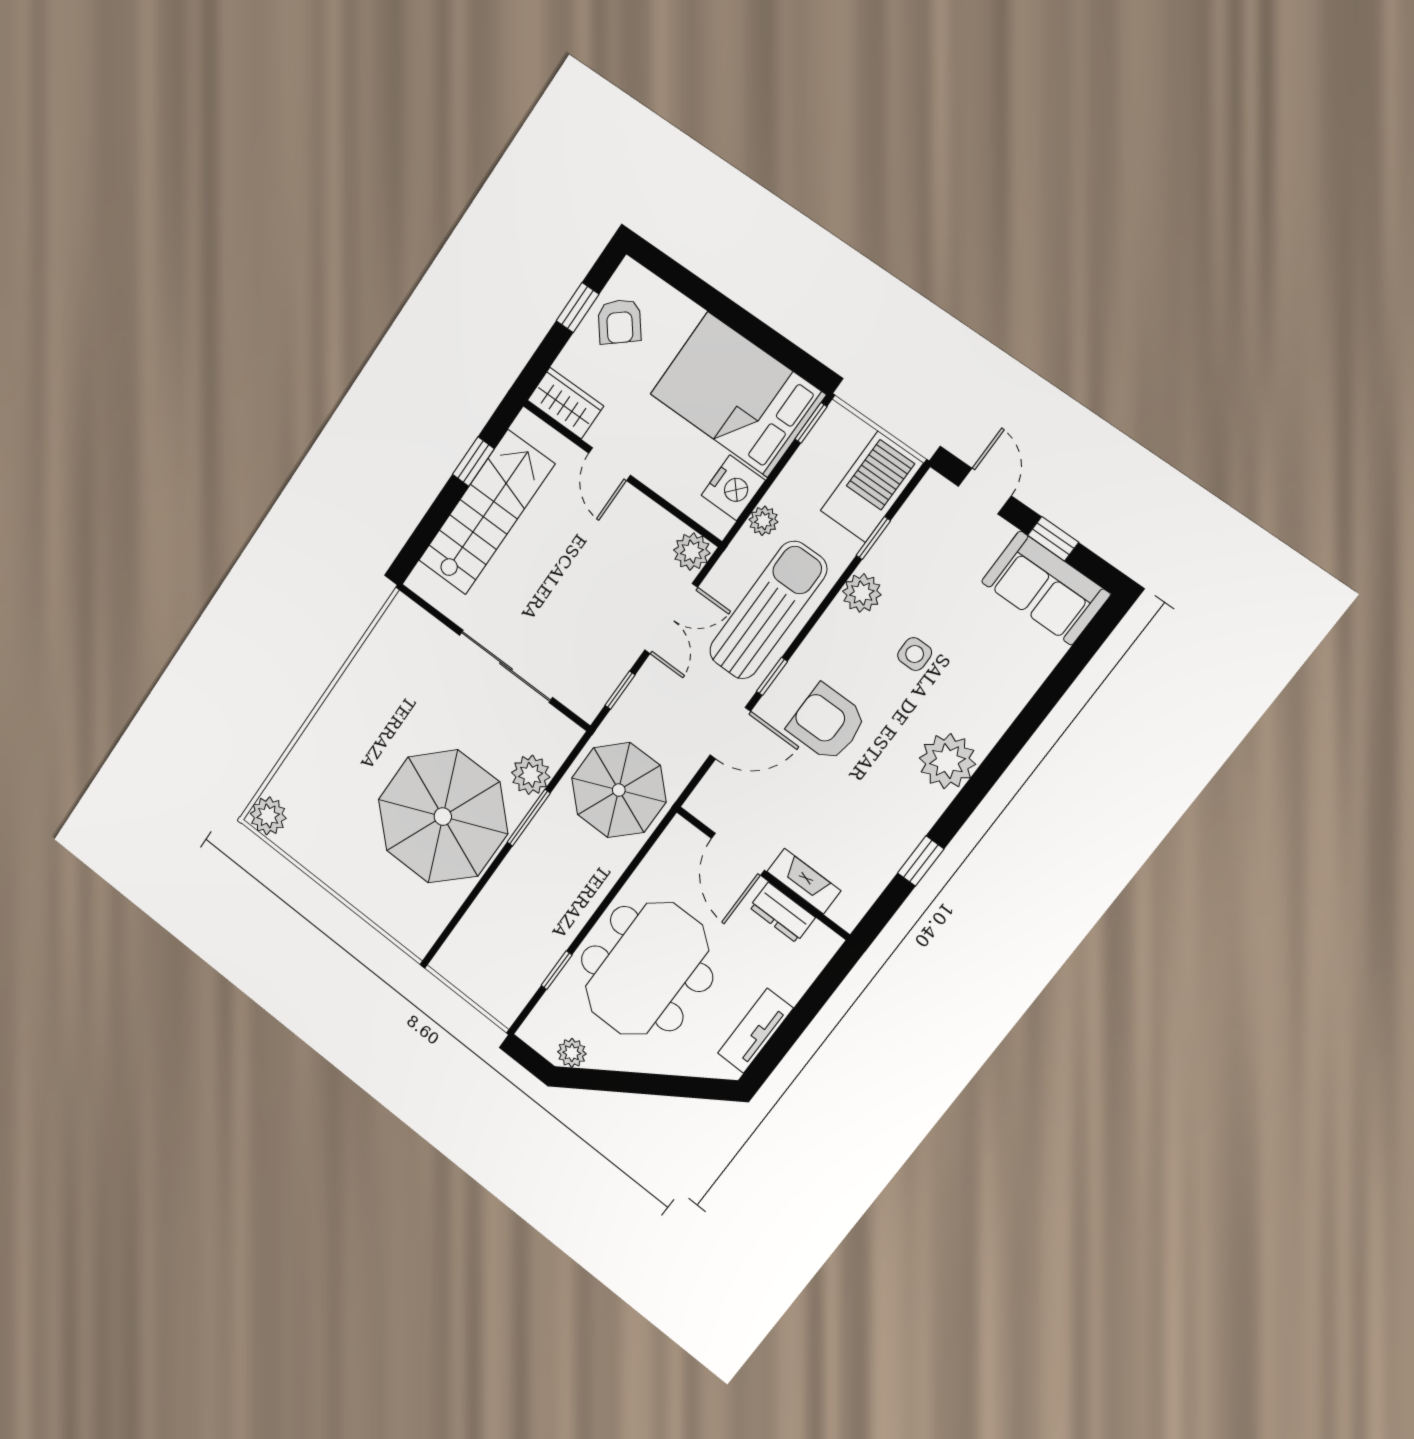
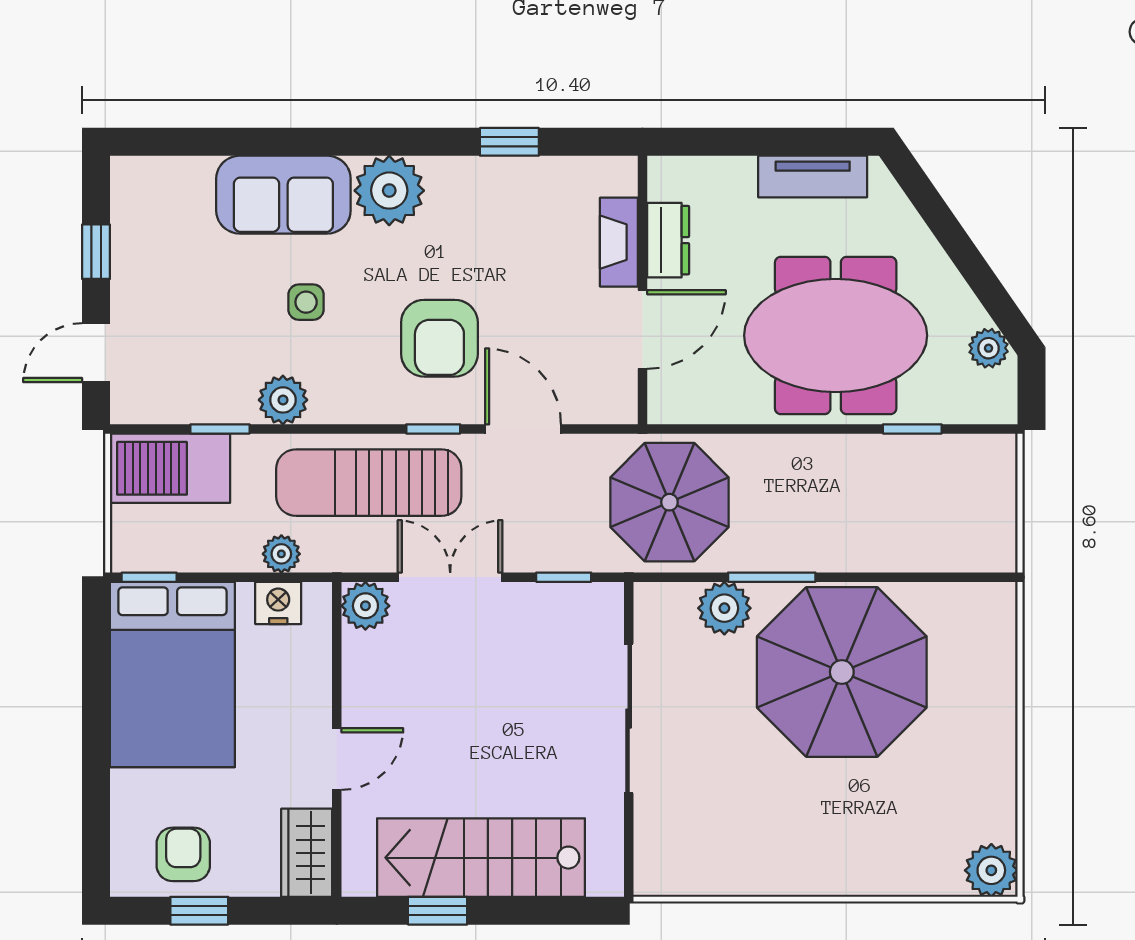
armchair: (620, 322) -> (183, 854), turned -51
nightstand: (733, 488) -> (278, 603), width x0.74, depth x0.75
sofa: (1046, 588) -> (283, 195), moved, turned 90

